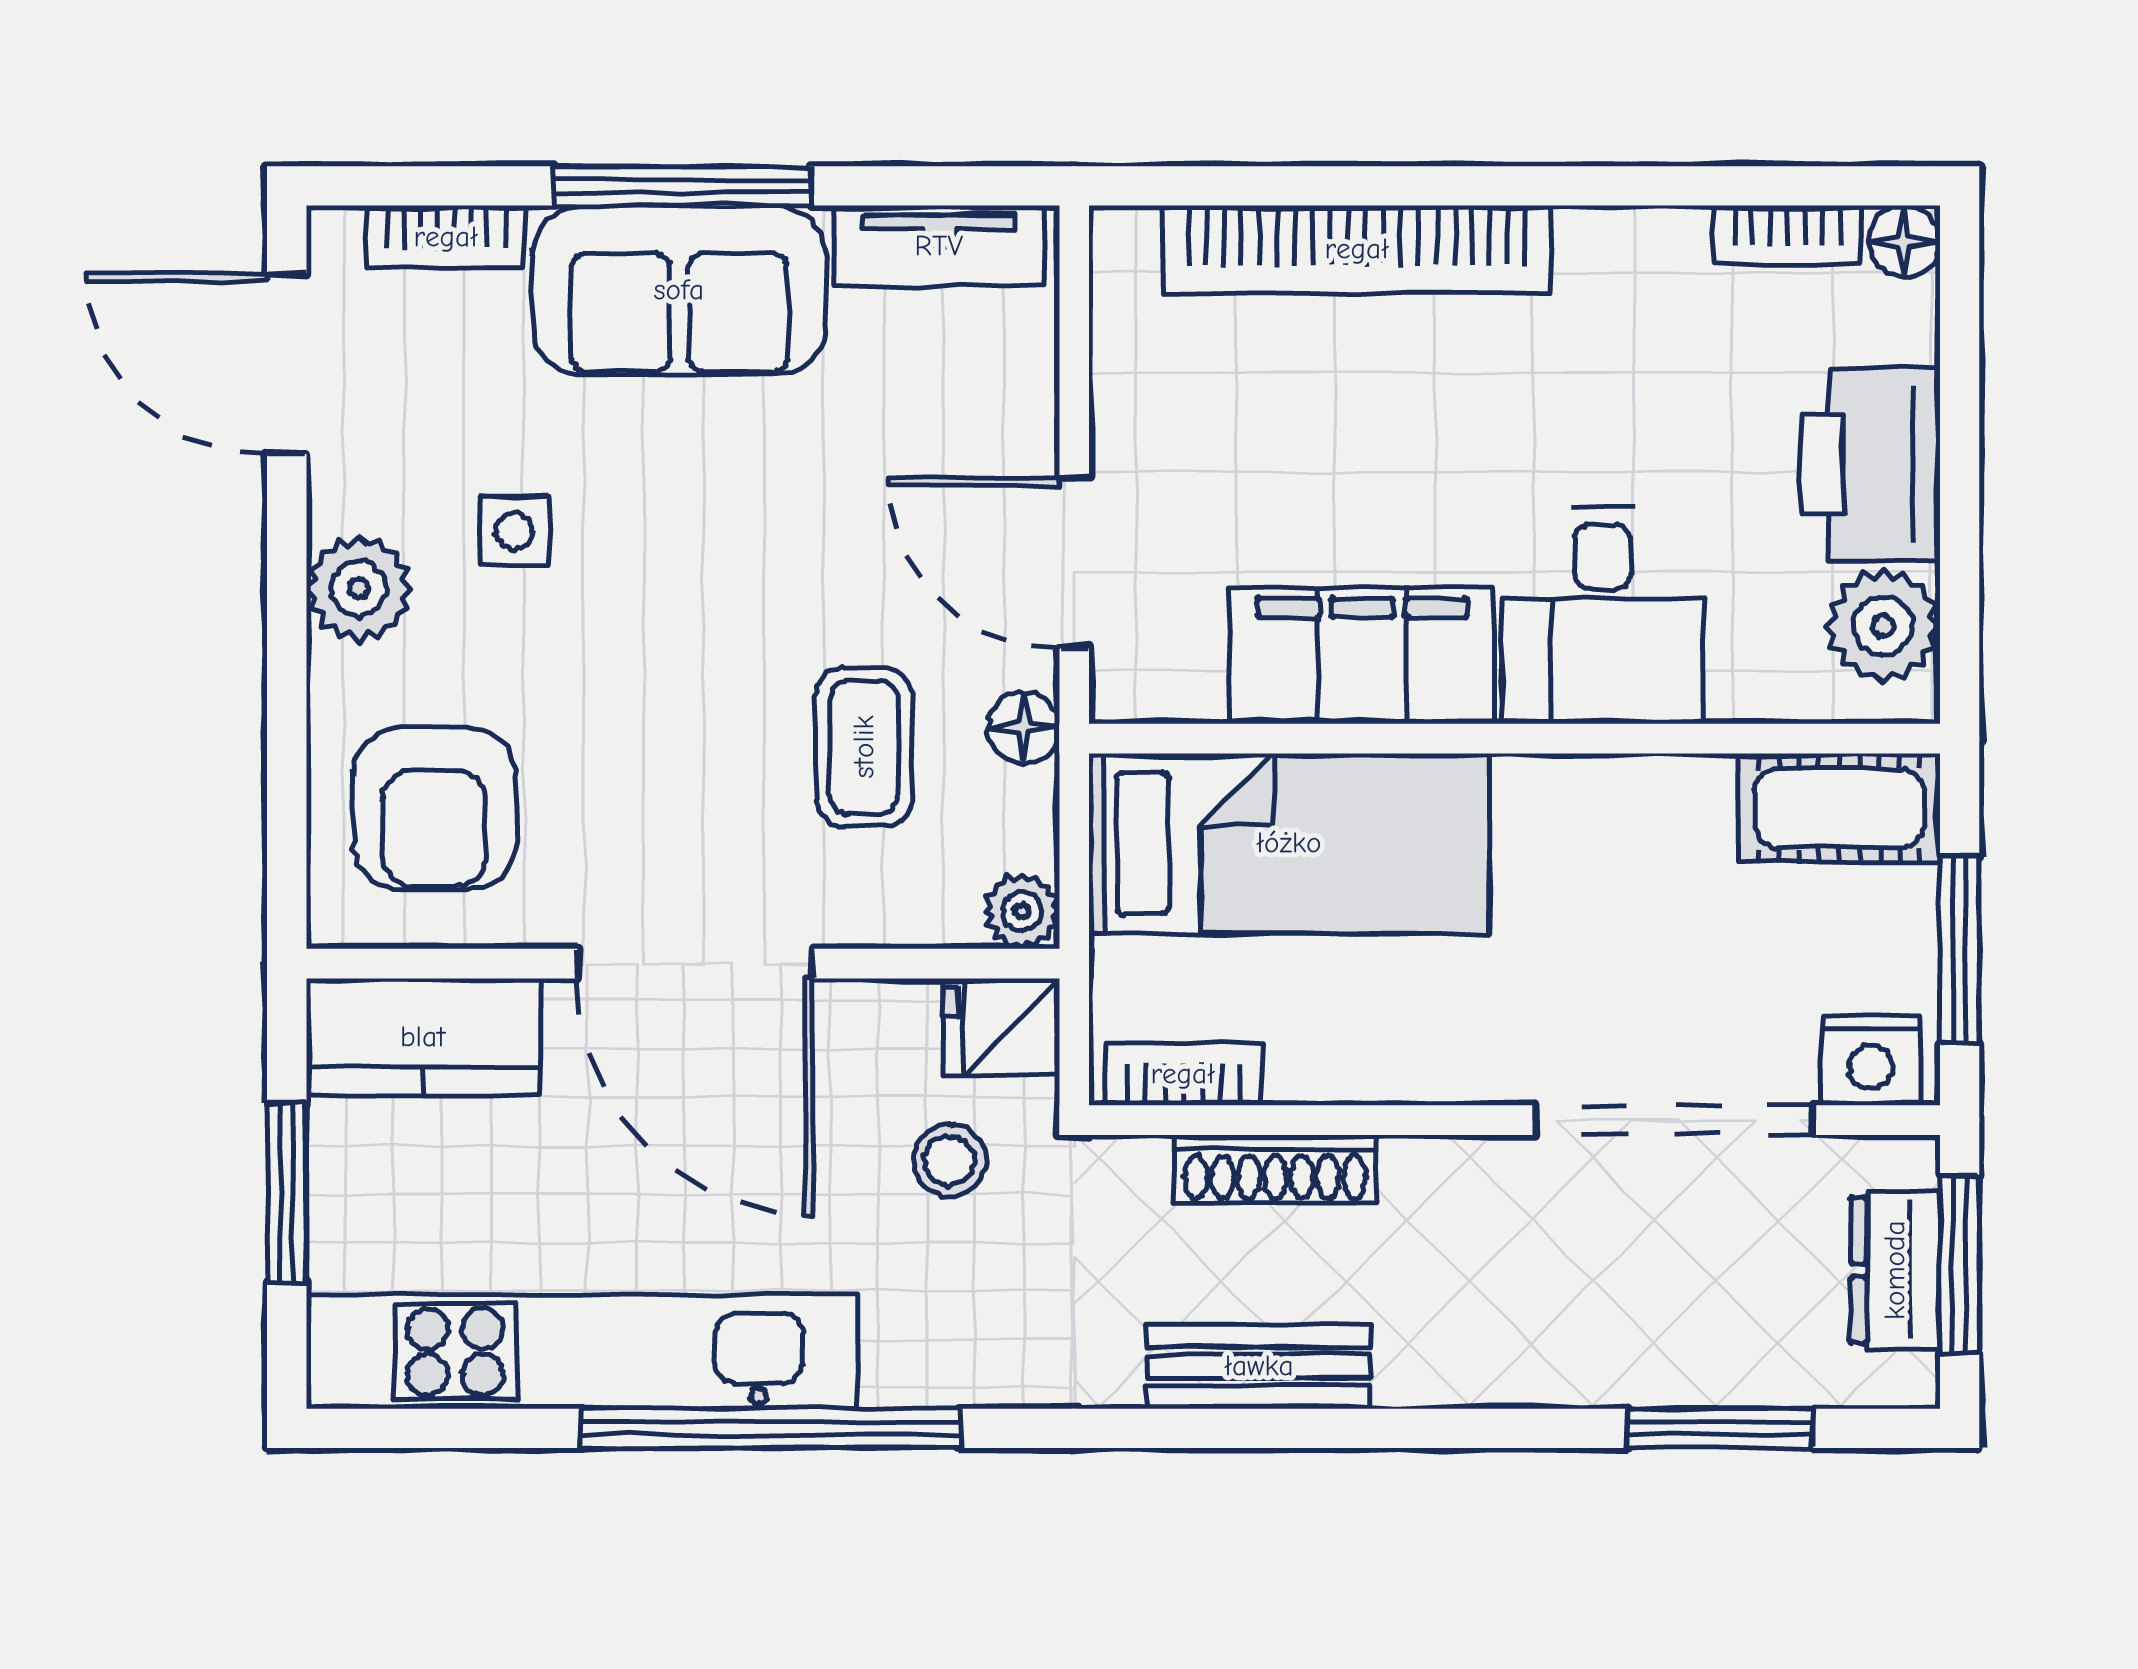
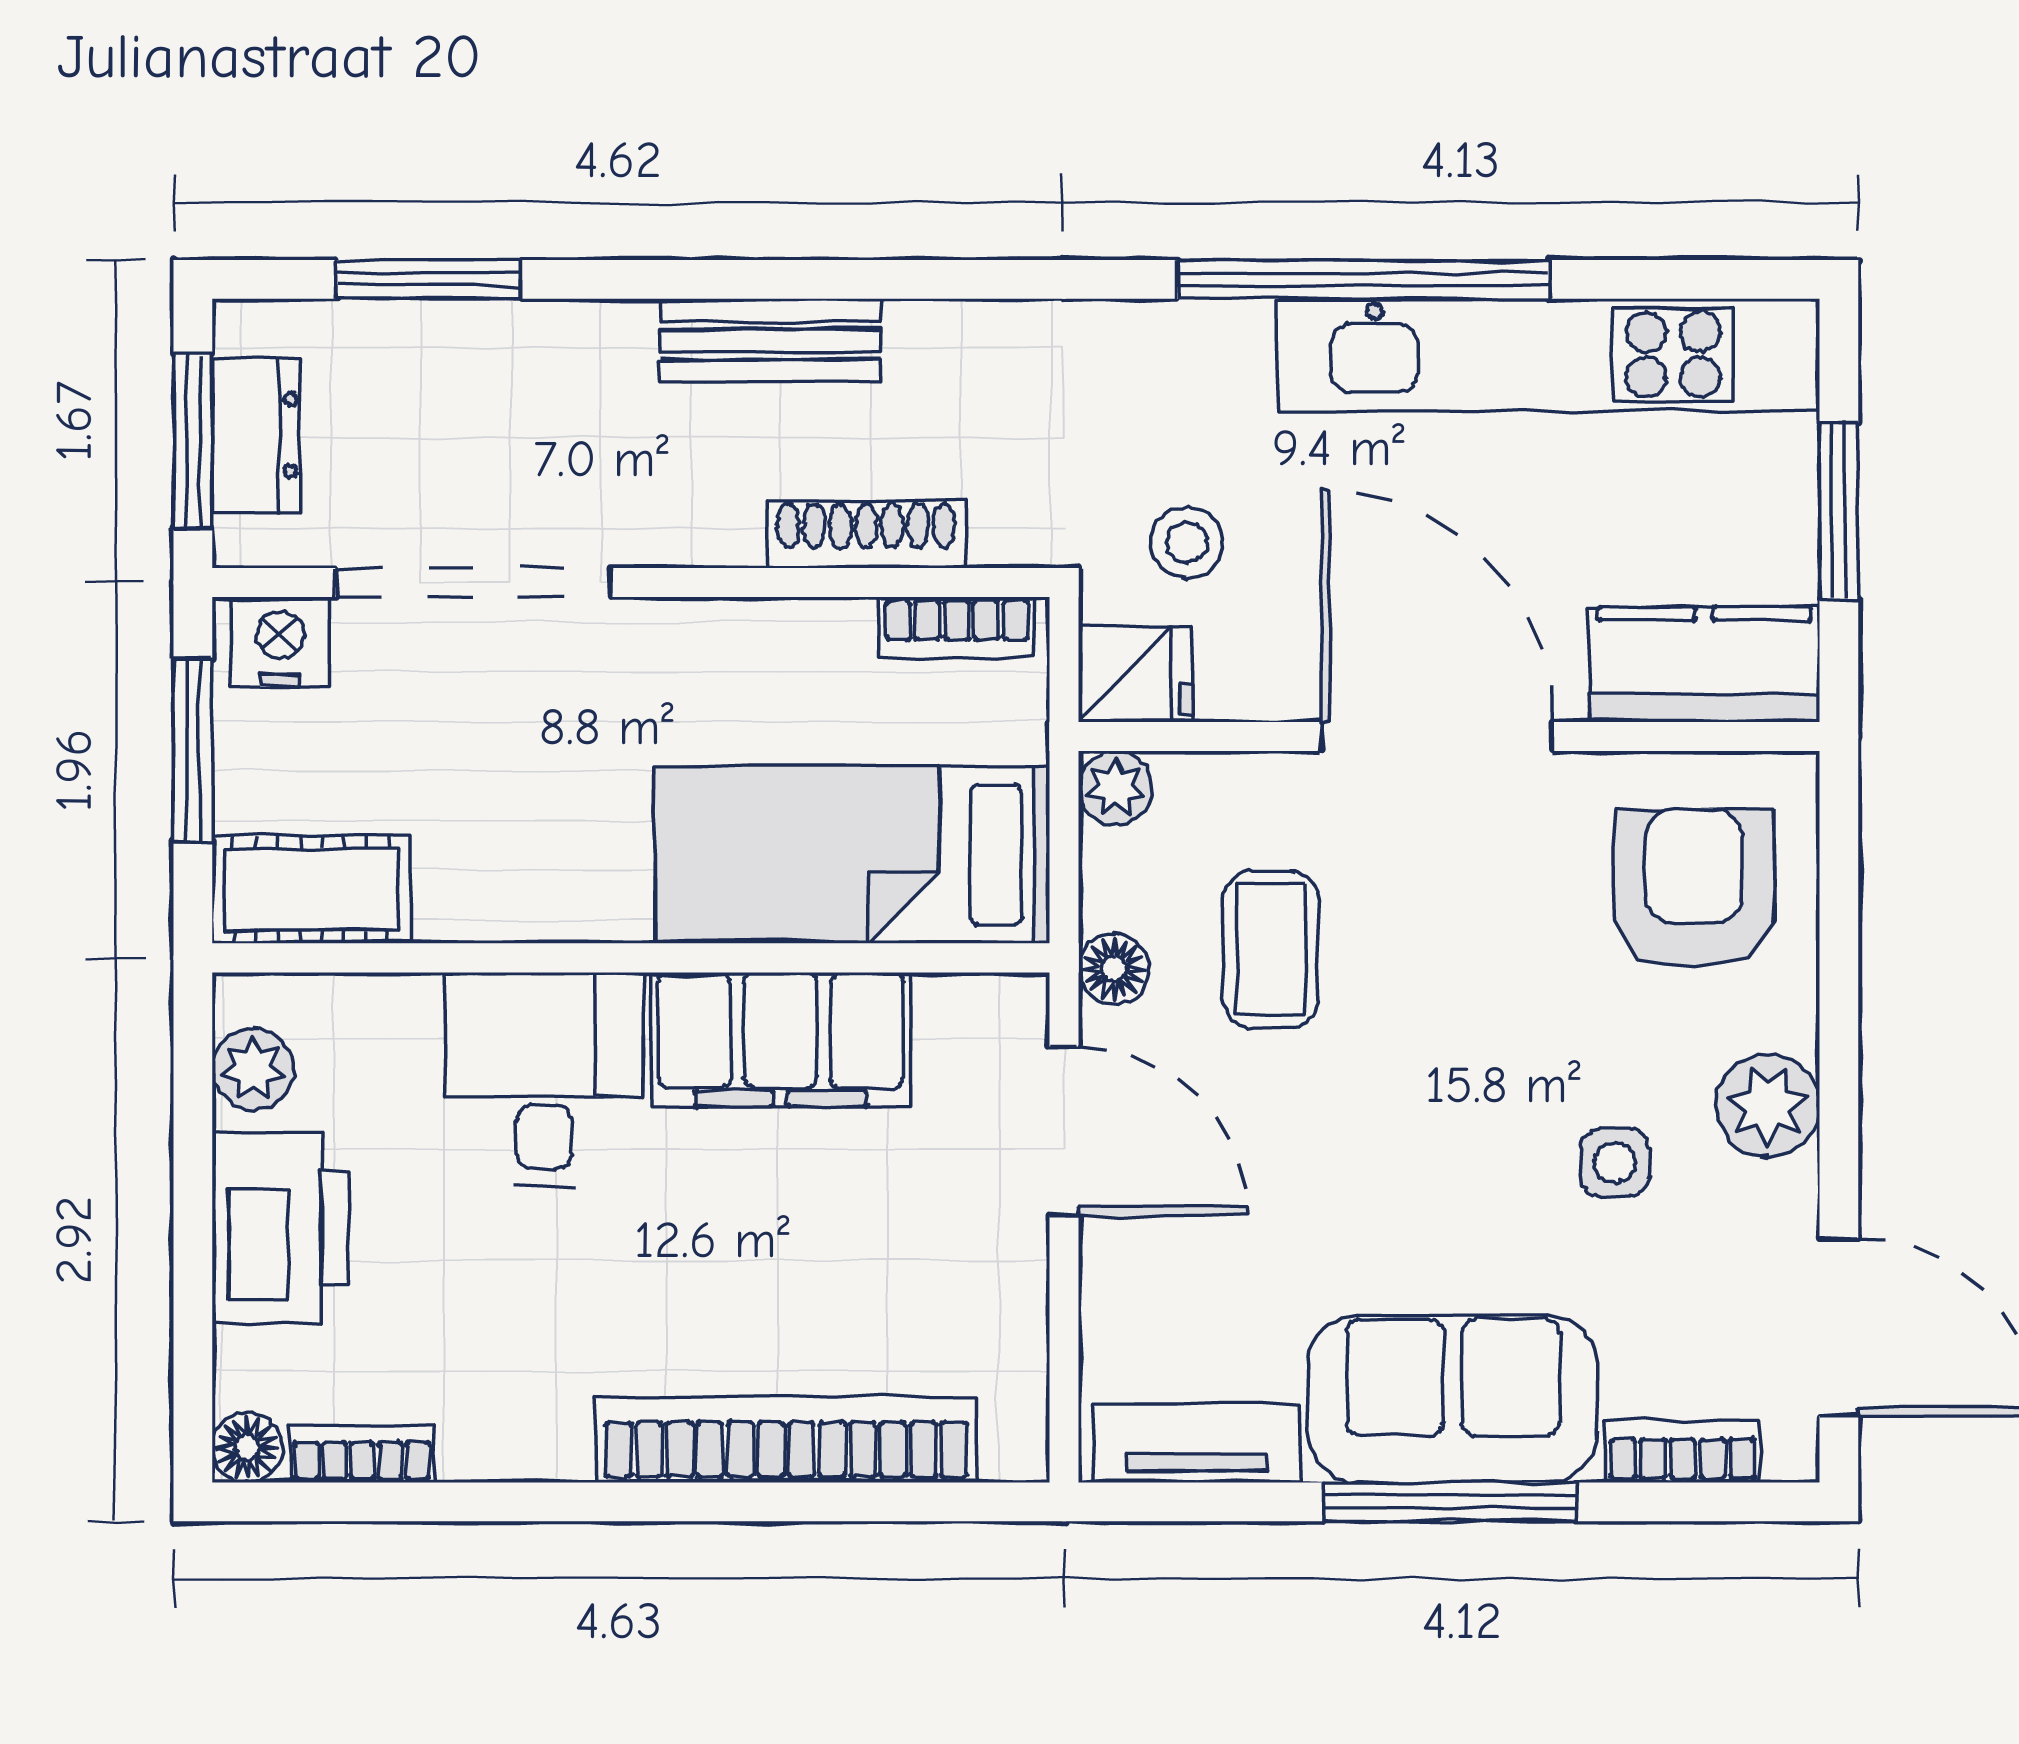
plant: (1883, 626) -> (253, 1069), width x0.73, depth x0.73
bench: (1259, 1366) -> (770, 341), moved

